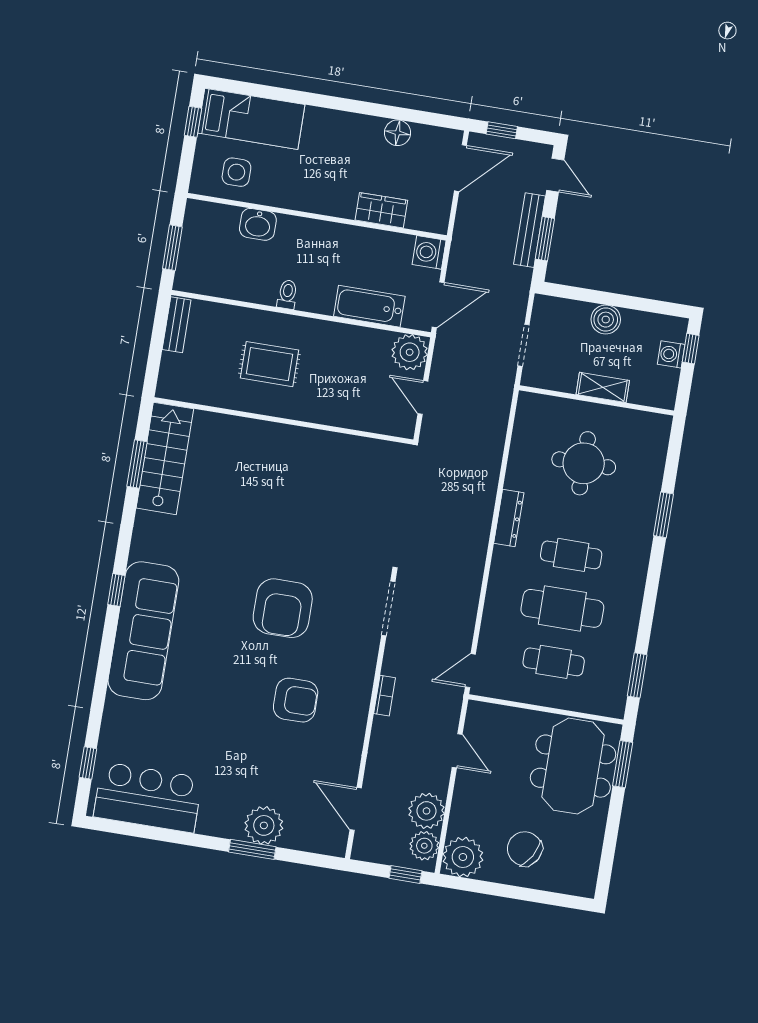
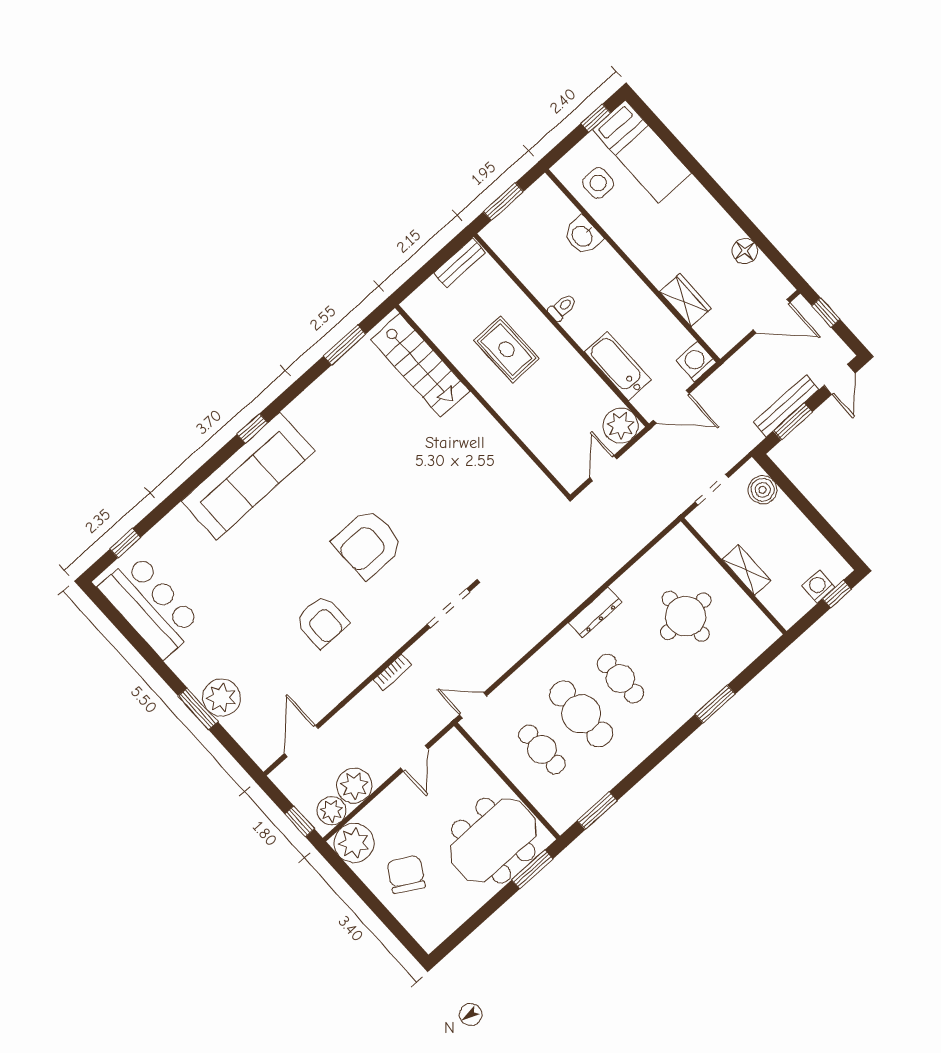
boiler: (606, 320) -> (763, 490), moved
stairs: (165, 458) -> (420, 365), moved, turned 90

